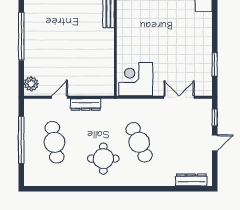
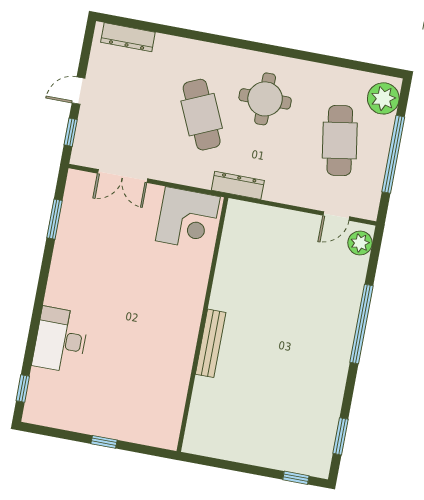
door: (60, 97) -> (336, 216), moved
dresser: (86, 104) -> (238, 185), moved
plant: (33, 172) -> (383, 98), added

